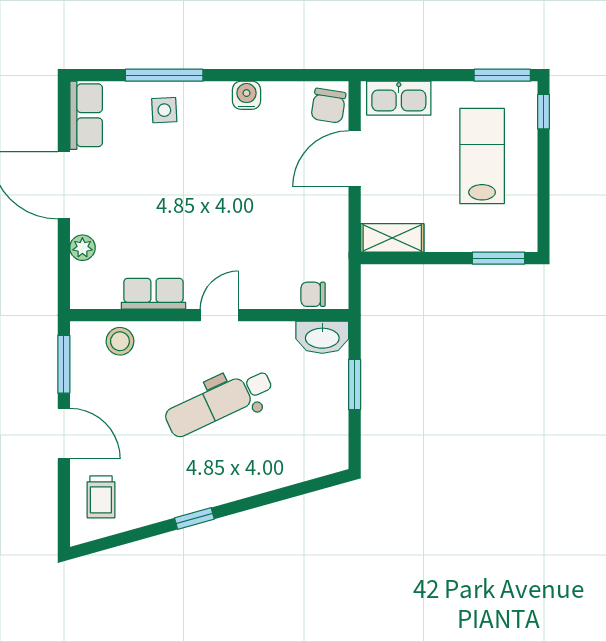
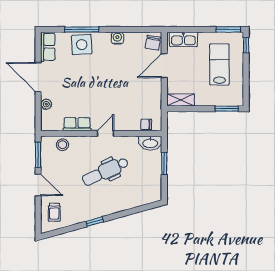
side table: (164, 110) -> (82, 45), width x1.87, depth x1.87

